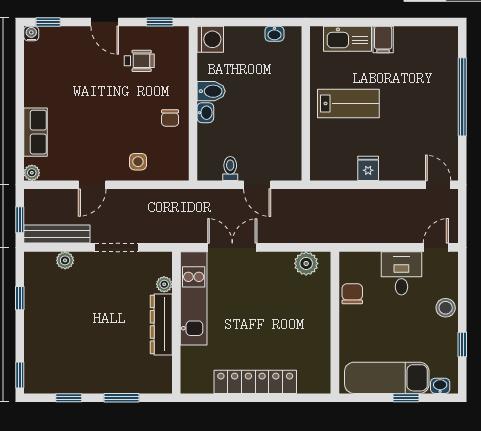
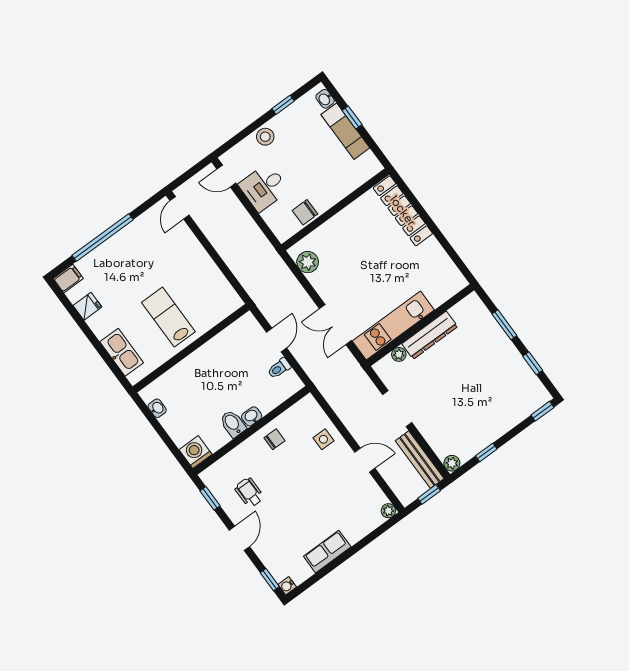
filing cabinet: (383, 40) -> (68, 279), moved
row of seats: (36, 132) -> (327, 552), moved
fridge: (368, 168) -> (87, 306), moved, turned 180
plant: (65, 260) -> (452, 463), moved
exam couch: (387, 378) -> (345, 131), width x0.73, depth x0.69
locker: (255, 382) -> (403, 211), moved

